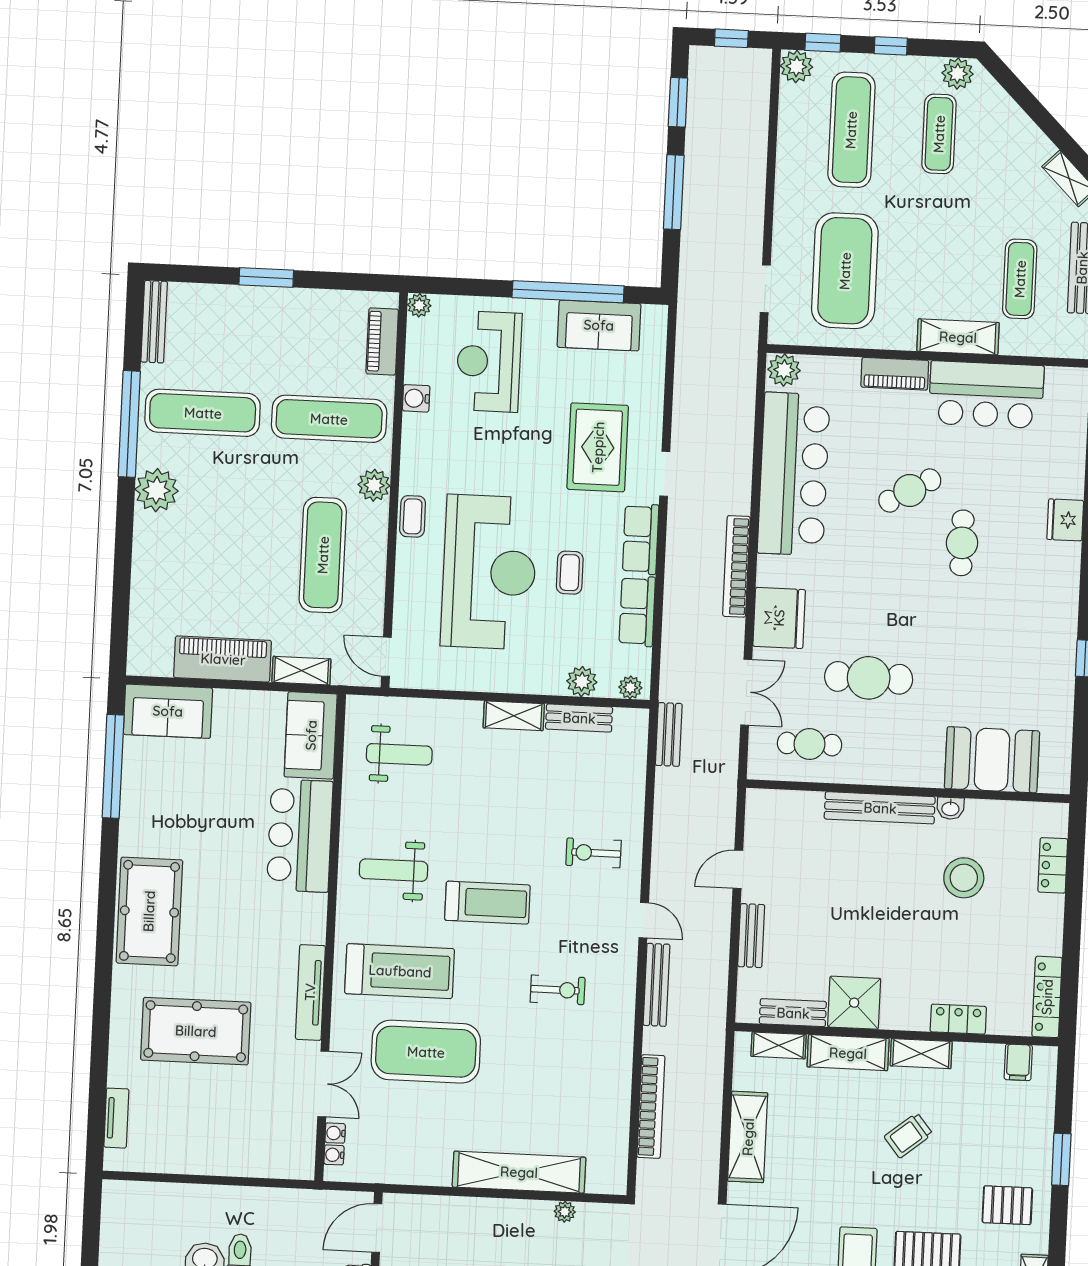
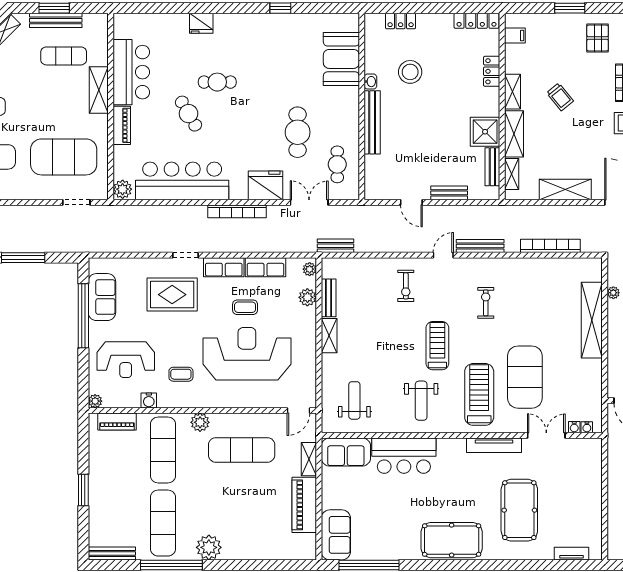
coffee table: (413, 516) -> (181, 374), moved

